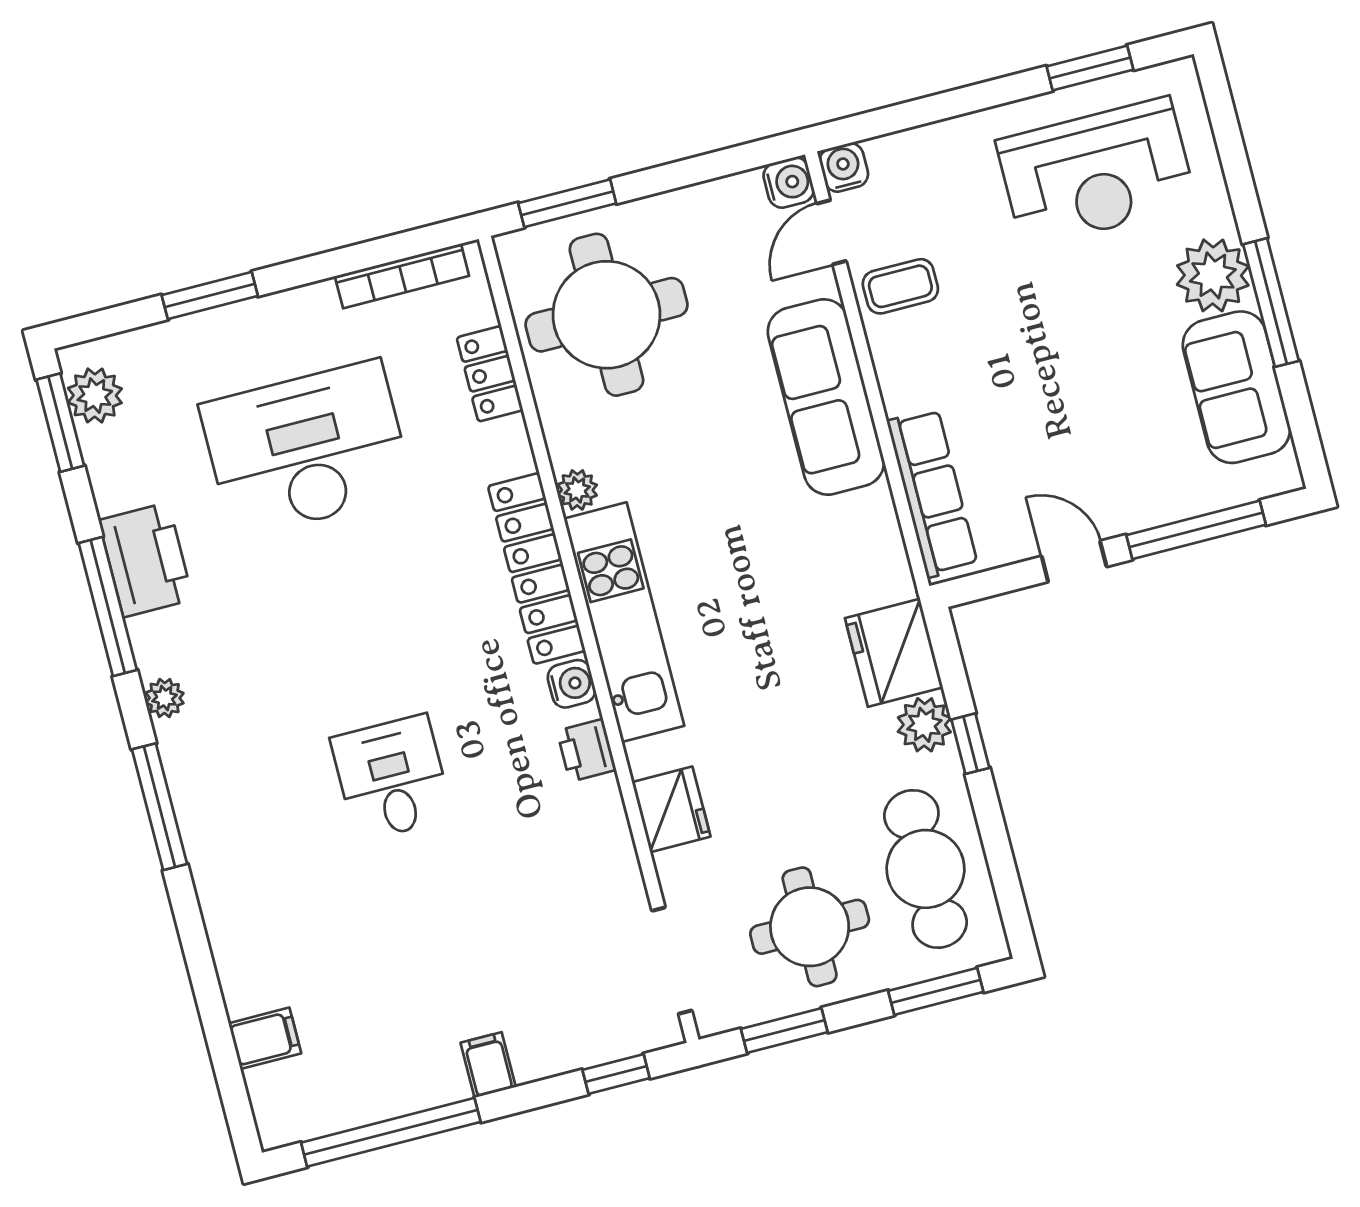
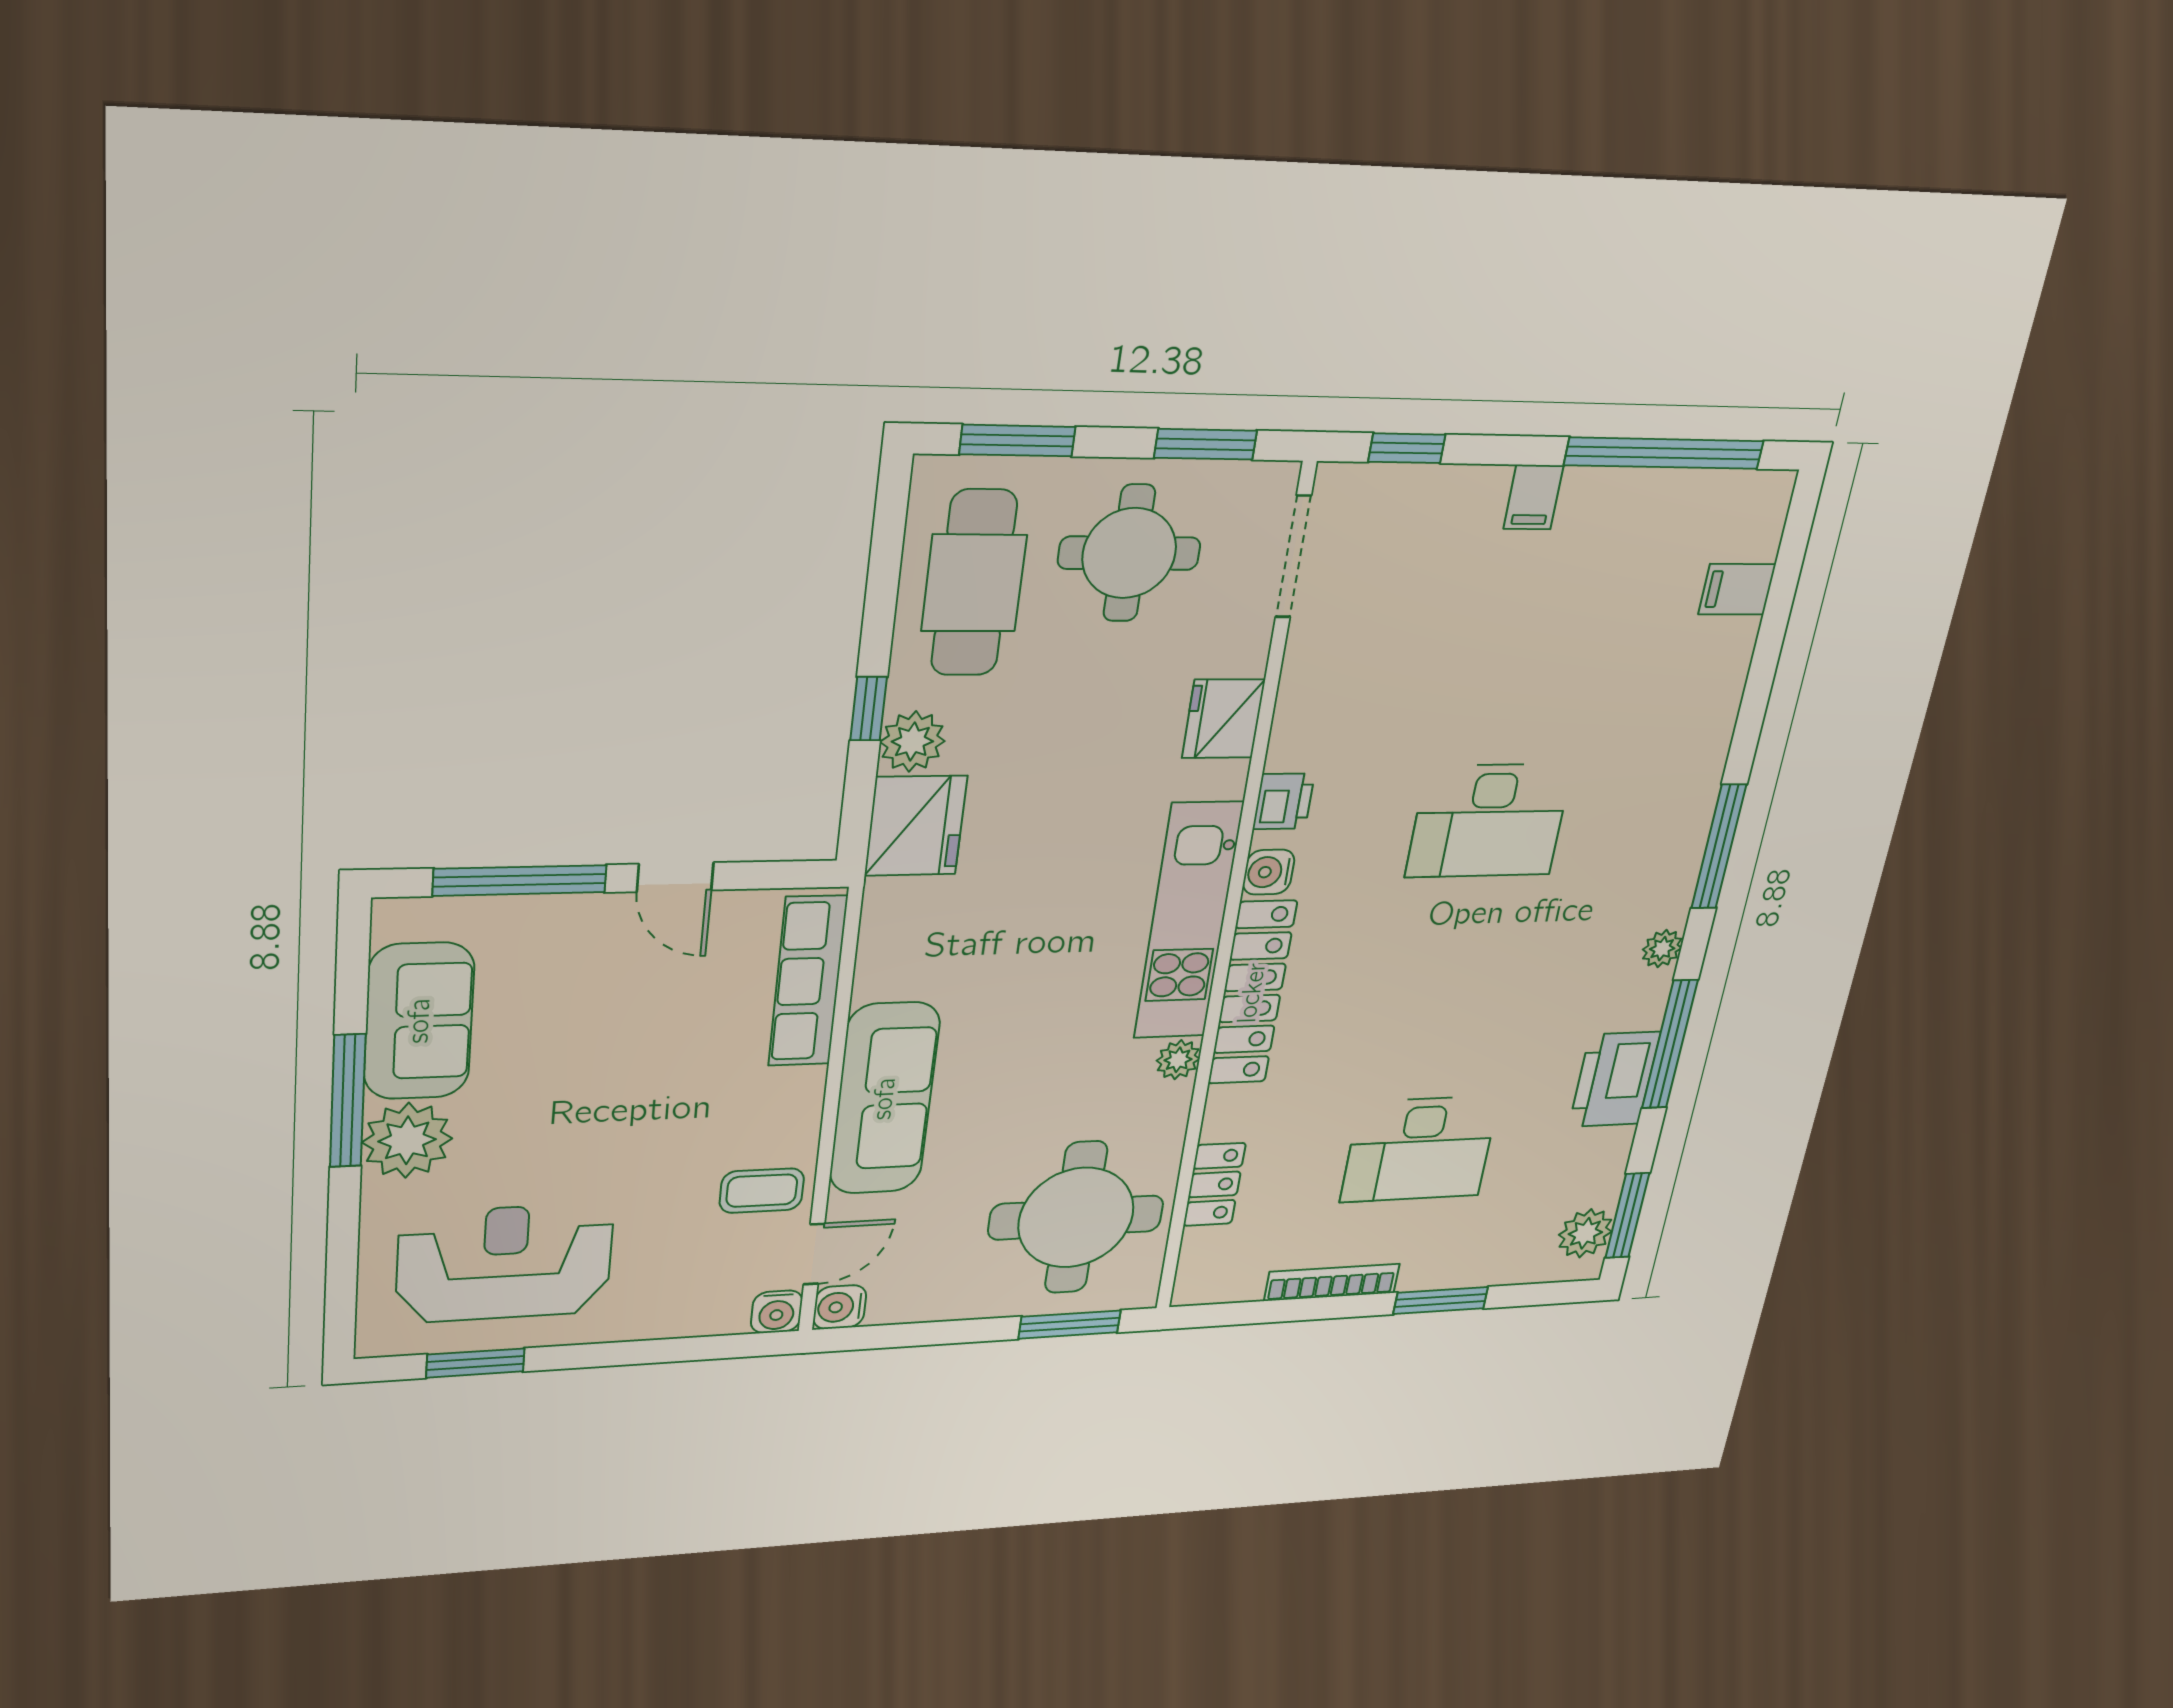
bookcase: (402, 276) -> (1332, 1282), moved
desk: (307, 449) -> (1419, 1149), width x0.73, depth x0.77
desk: (392, 778) -> (1489, 821), width x1.37

